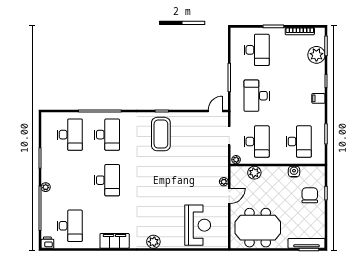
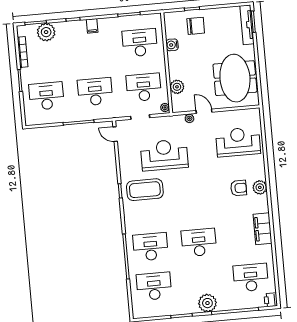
desk: (257, 96) -> (95, 92), turned 180
reception desk: (192, 155) -> (164, 155), added
plant: (46, 187) -> (207, 303), width x1.88, depth x1.88
chair: (310, 195) -> (196, 26), turned 180
armchair: (155, 222) -> (239, 188), added

